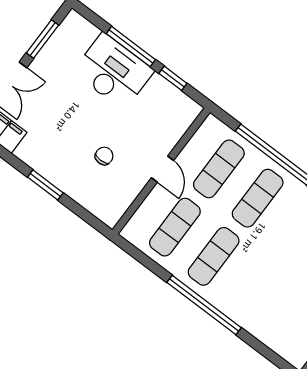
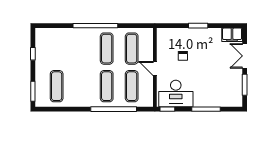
desk: (113, 71) -> (176, 93), moved
window: (173, 78) -> (167, 109), moved

